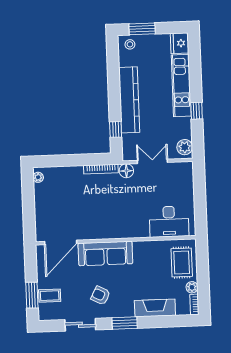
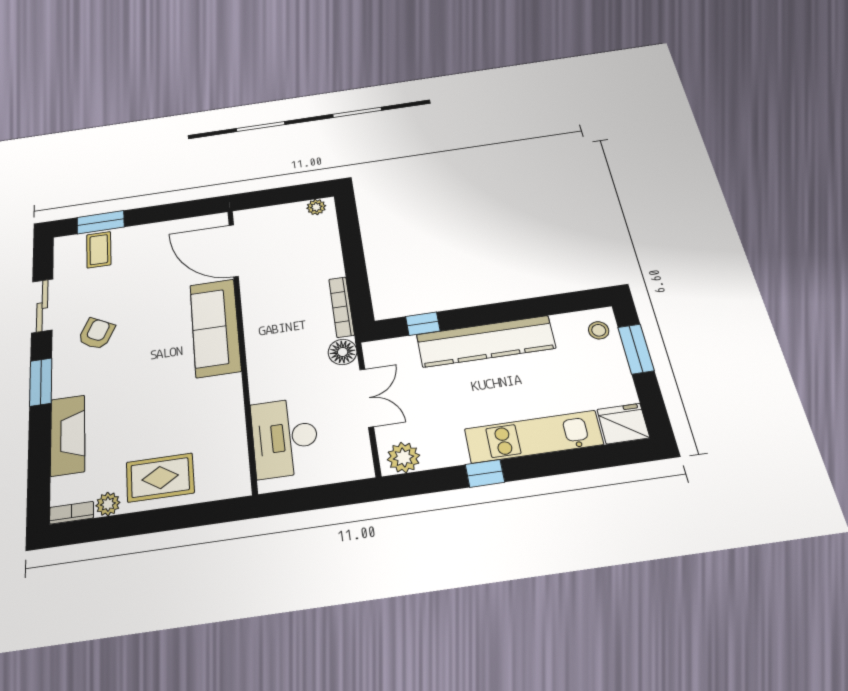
desk: (169, 222) -> (285, 437), moved
wall: (116, 240) -> (242, 343), moved
door: (61, 242) -> (234, 251), moved
sofa: (105, 253) -> (215, 328), moved

